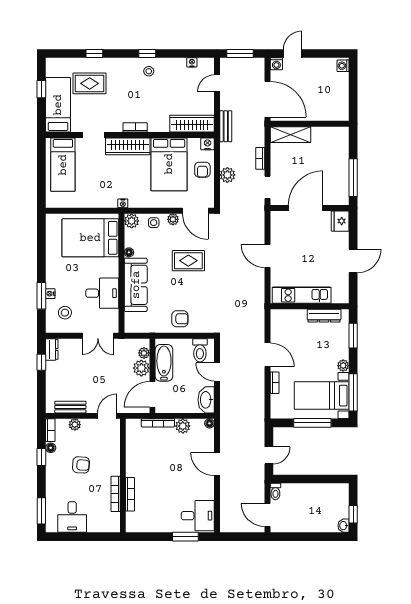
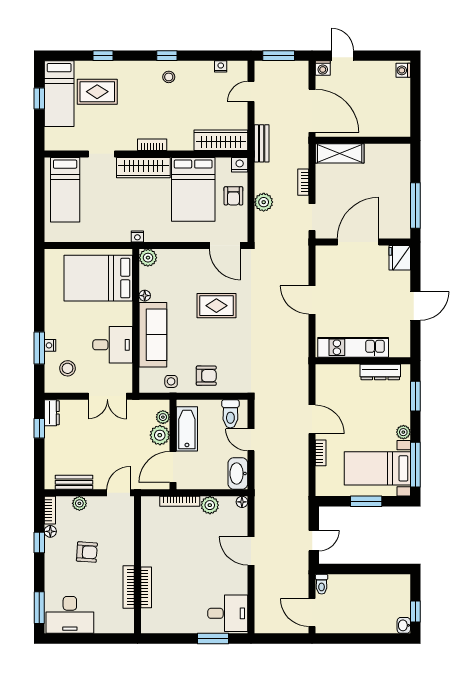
door: (293, 54) -> (342, 56), hinge flipped
bed: (58, 105) -> (59, 94), moved, turned 180
plant: (173, 219) -> (198, 256), removed
side table: (154, 223) -> (171, 381), moved
window: (312, 423) -> (366, 501), width x0.69
desk: (72, 517) -> (70, 615), width x1.37

